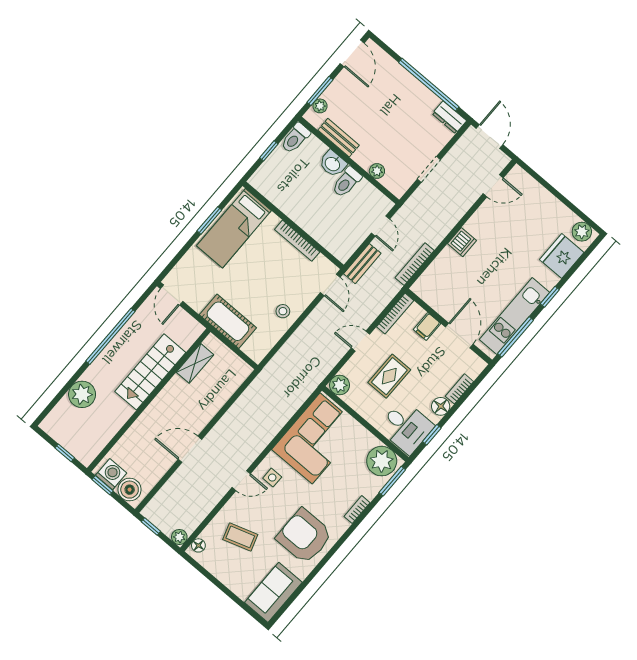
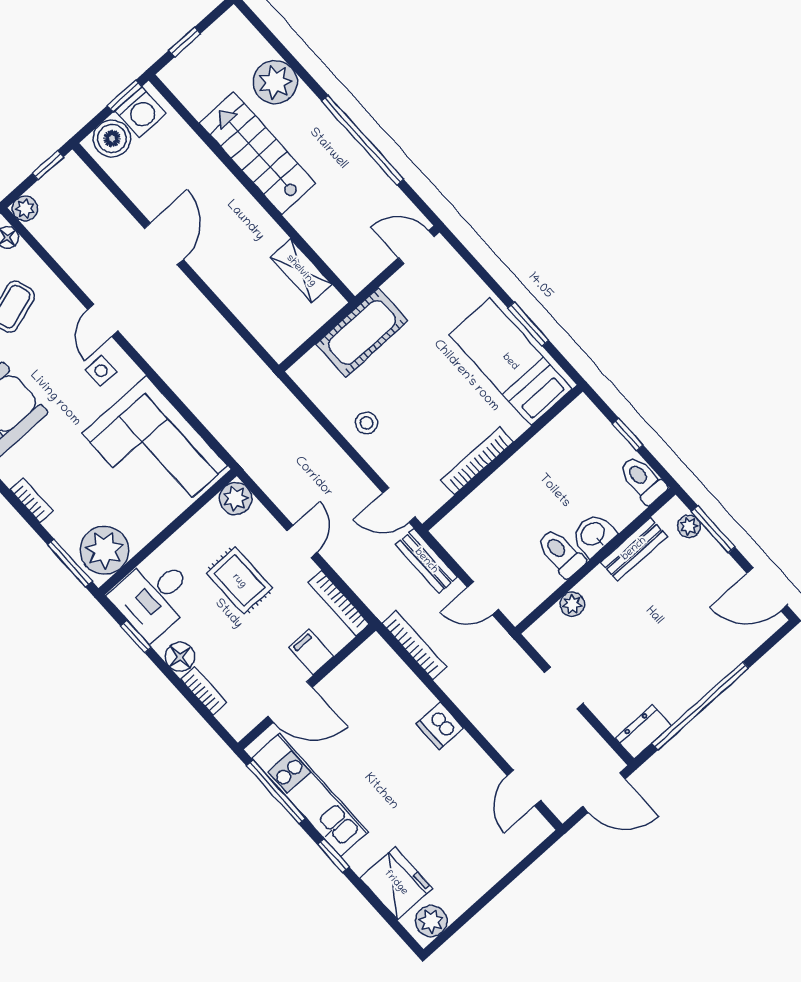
stairs: (150, 372) -> (258, 153), moved

